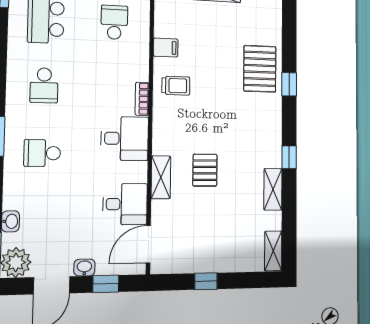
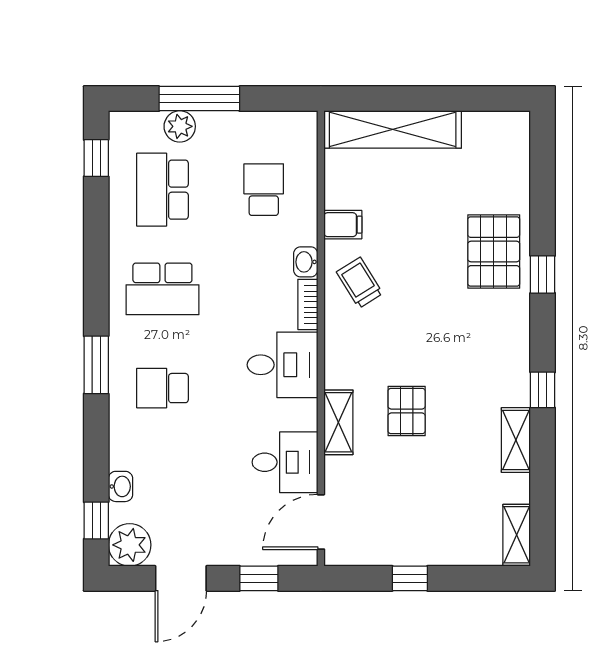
school desk: (44, 85) -> (162, 289), width x1.85
trolley: (176, 86) -> (360, 283), turned -122
washbasin: (84, 268) -> (306, 262), moved, turned -90

